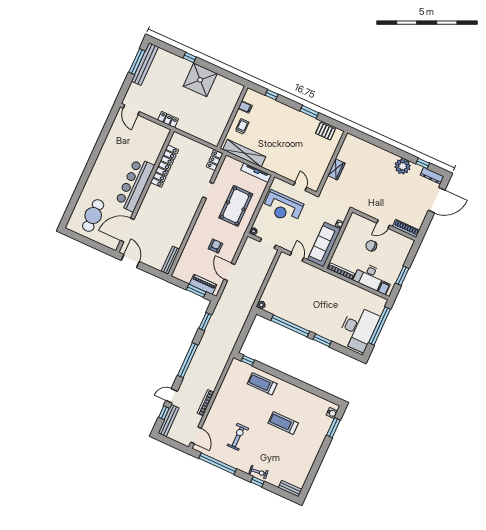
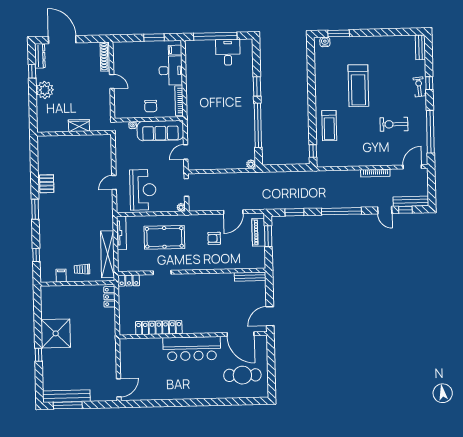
locker: (168, 120) -> (110, 297), moved
wall: (332, 162) -> (74, 133), moved
wardrobe: (336, 169) -> (79, 126), moved
chair: (371, 246) -> (151, 106), moved
desk: (358, 329) -> (228, 52), width x0.53, depth x0.77
treadmill: (283, 423) -> (358, 86), width x1.37, depth x1.38

